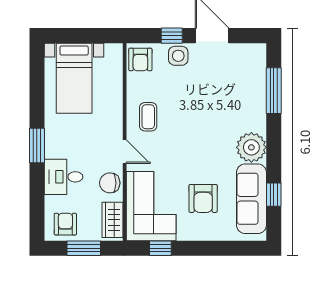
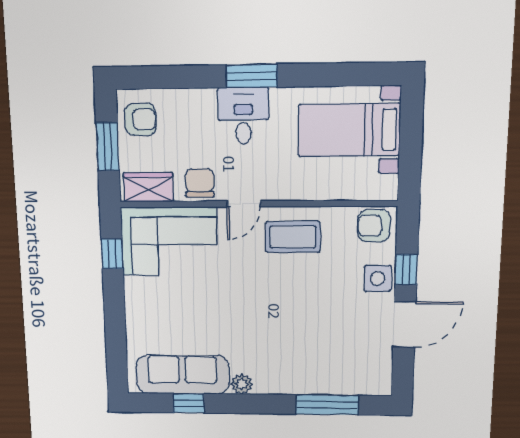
coffee table: (148, 117) -> (293, 237), width x1.36, depth x1.30
plant: (251, 147) -> (242, 384), width x0.53, depth x0.53
desk: (64, 177) -> (243, 116), moved
armchair: (203, 198) -> (181, 311), removed

